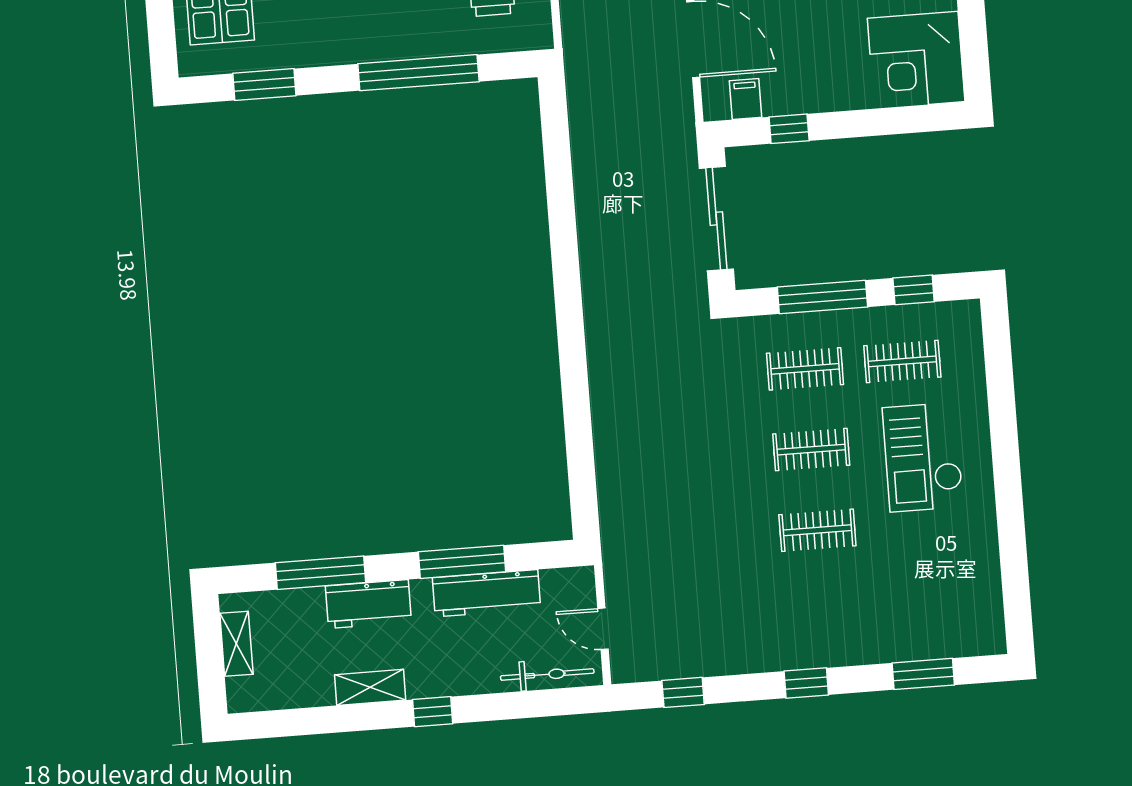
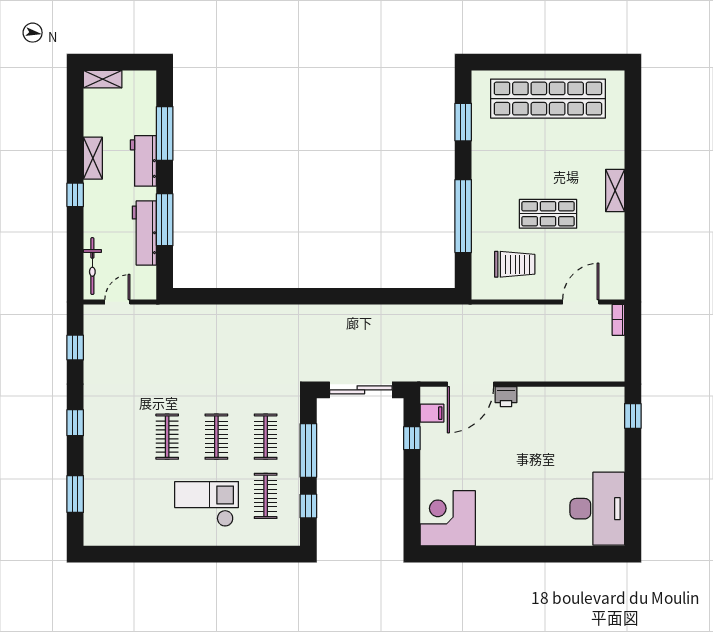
shelving: (236, 644) -> (103, 79), moved

